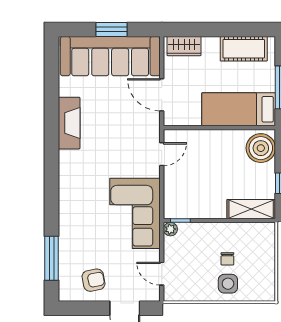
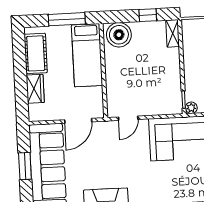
wardrobe: (184, 46) -> (35, 89), moved
door: (162, 154) -> (128, 118), swing flipped
shelving: (251, 209) -> (173, 33), width x0.67, depth x0.75

